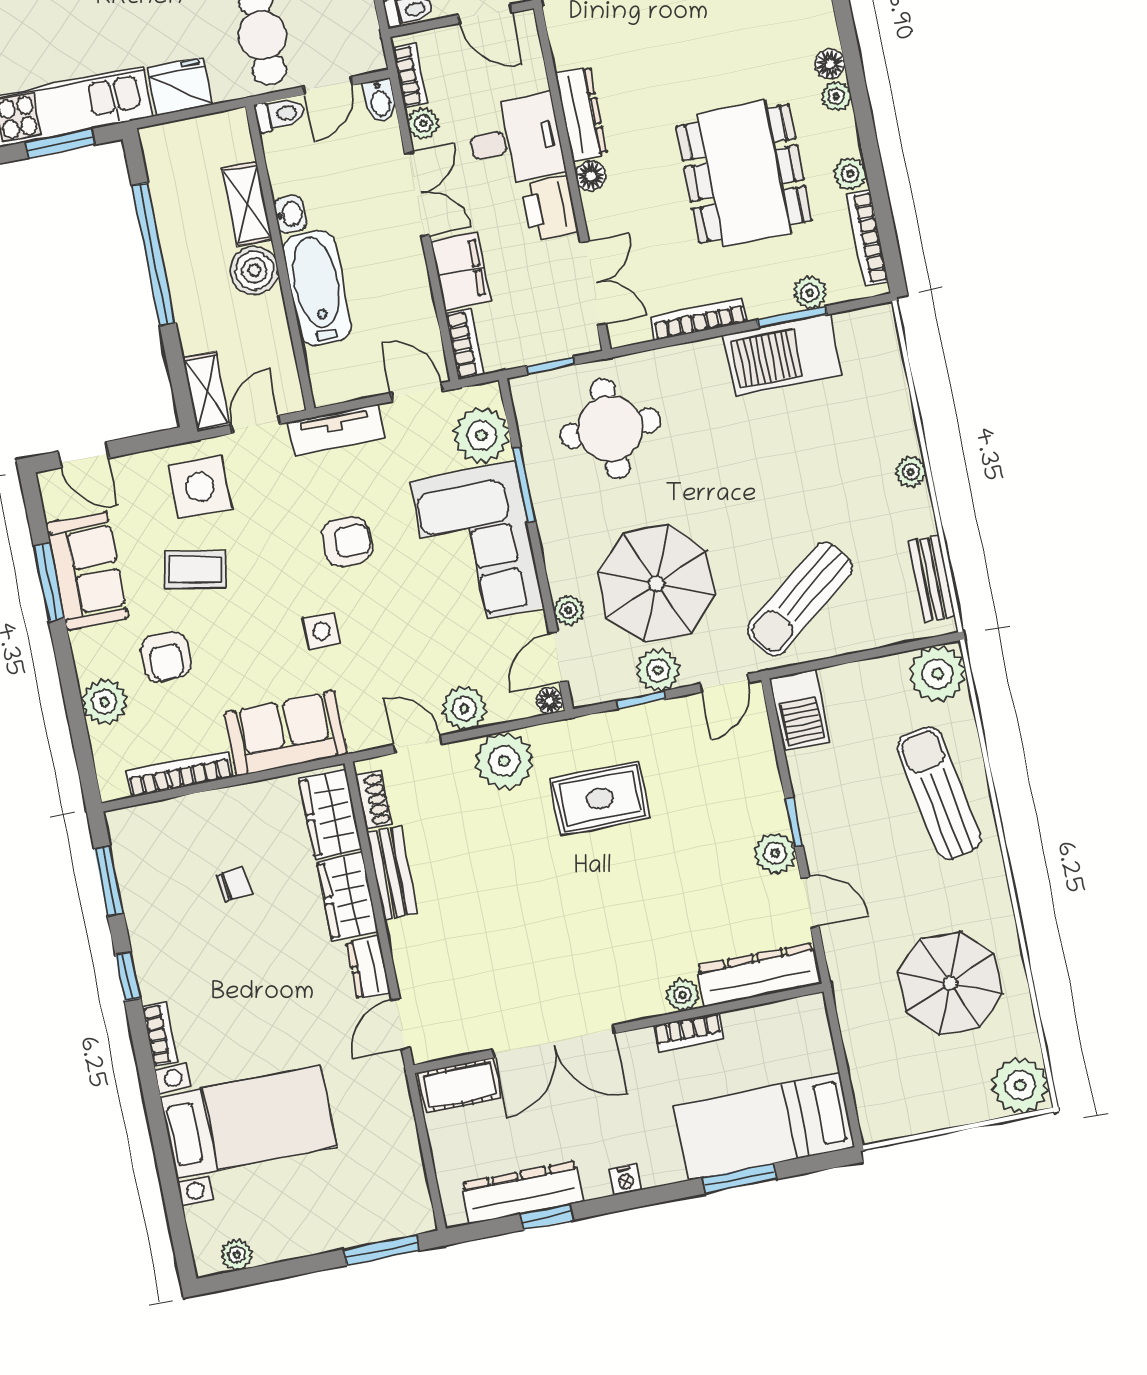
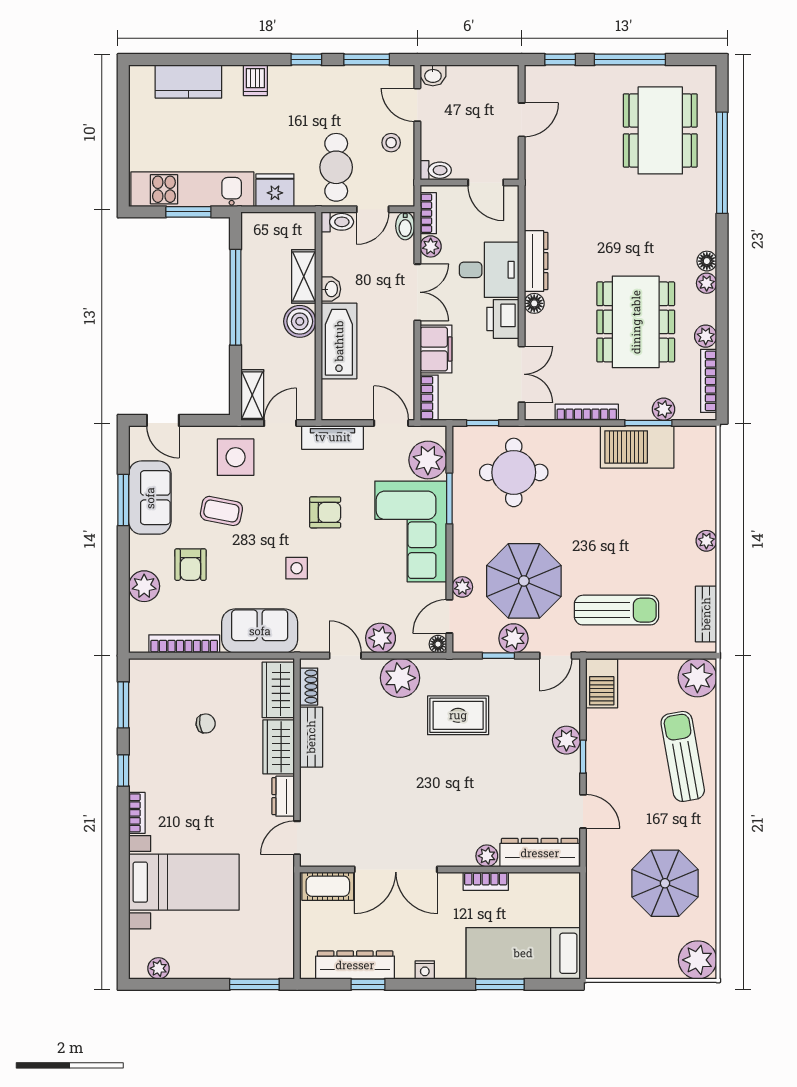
sun lounger: (800, 599) -> (616, 610), turned -142
plant: (775, 853) -> (566, 740), moved

